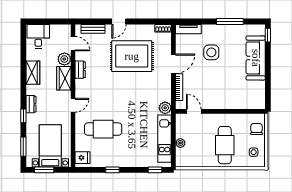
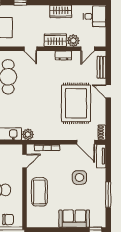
sofa: (256, 58) -> (74, 219), width x0.73
door: (173, 64) -> (86, 142), moved
coffee table: (227, 95) -> (39, 192), added
dresser: (31, 104) -> (31, 10), removed

